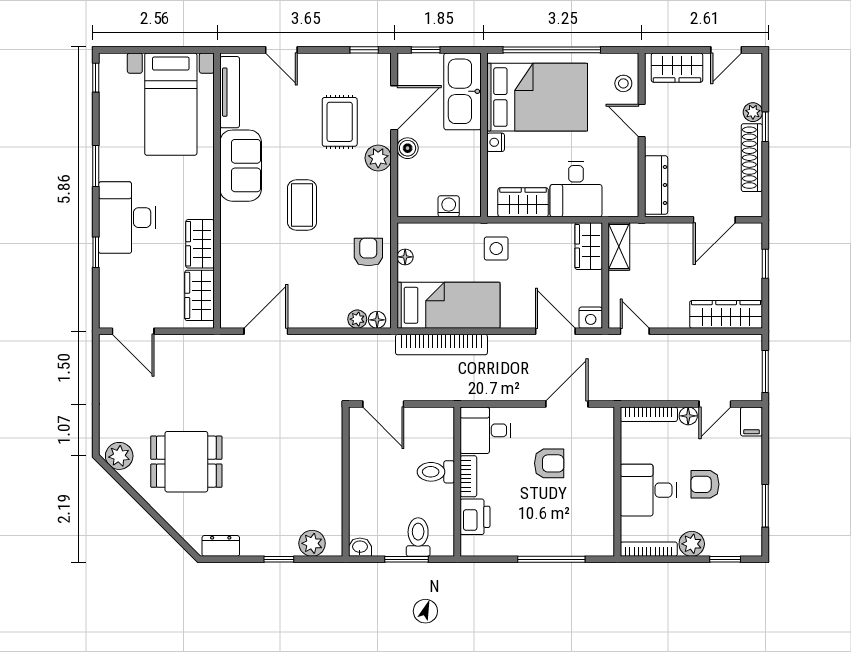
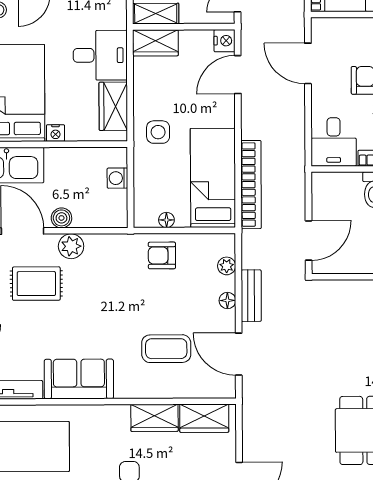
coffee table: (302, 205) -> (166, 349), moved
floor lamp: (377, 320) -> (227, 300), moved
bench: (326, 344) -> (251, 296), added

